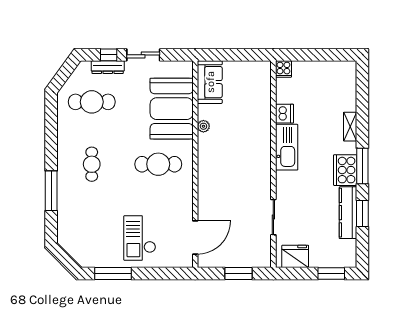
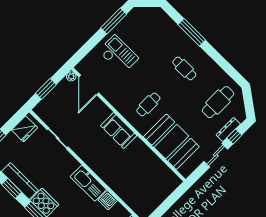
sofa: (210, 82) -> (119, 130), moved
plant: (203, 126) -> (71, 76), moved
cafe table: (158, 164) -> (148, 104), width x0.73, depth x0.74

